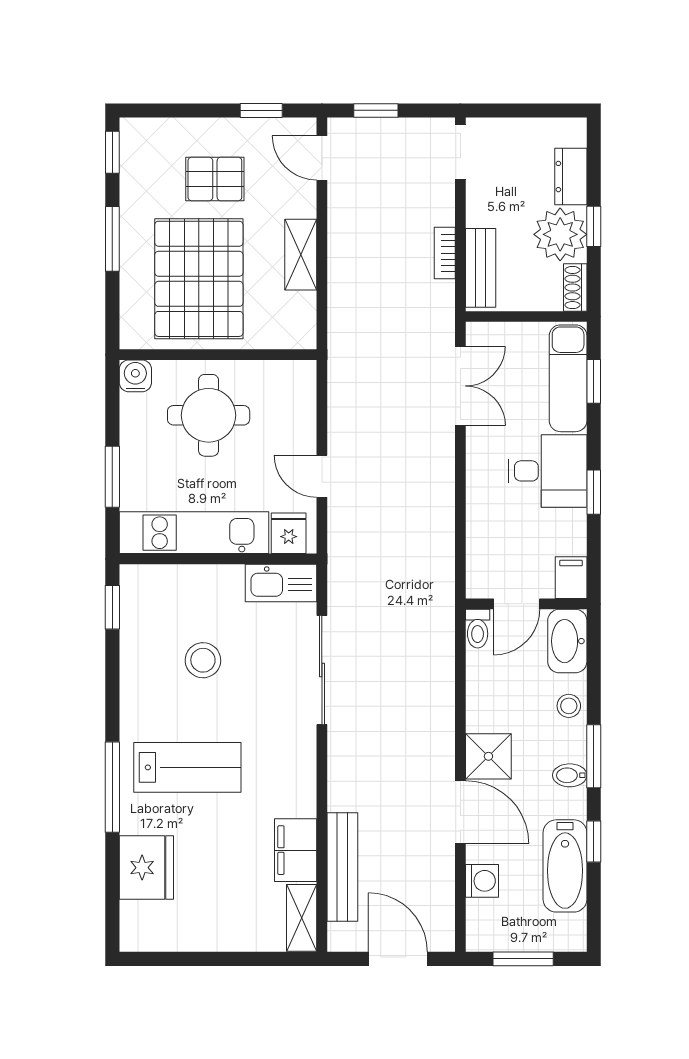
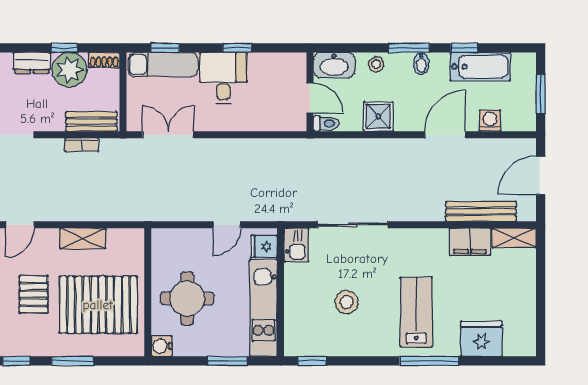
filing cabinet: (571, 578) -> (293, 63), removed
kitchen sink: (281, 583) -> (296, 245), width x0.73
shower: (488, 756) -> (378, 116), moved

